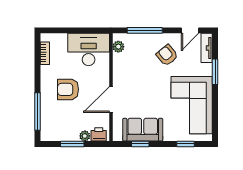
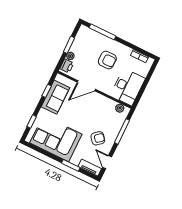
armchair: (68, 89) -> (107, 60), turned 90
door: (111, 100) -> (86, 86), swing flipped

